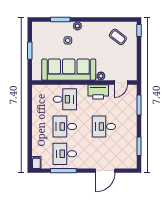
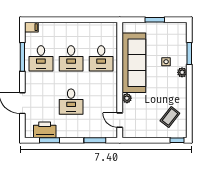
printer: (98, 92) -> (45, 130), moved, turned 90
desk: (65, 127) -> (71, 58), turned 180
desk: (104, 127) -> (71, 102), turned 180
desk: (65, 154) -> (41, 58), turned 180

